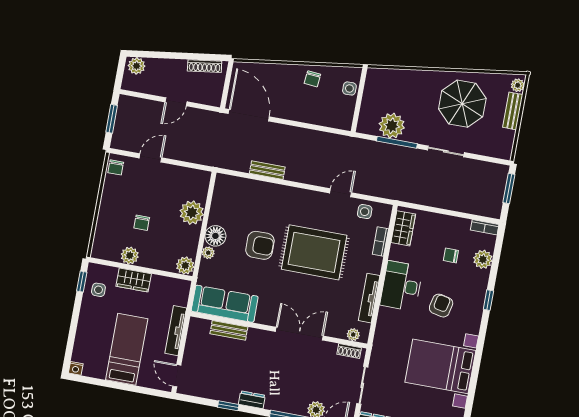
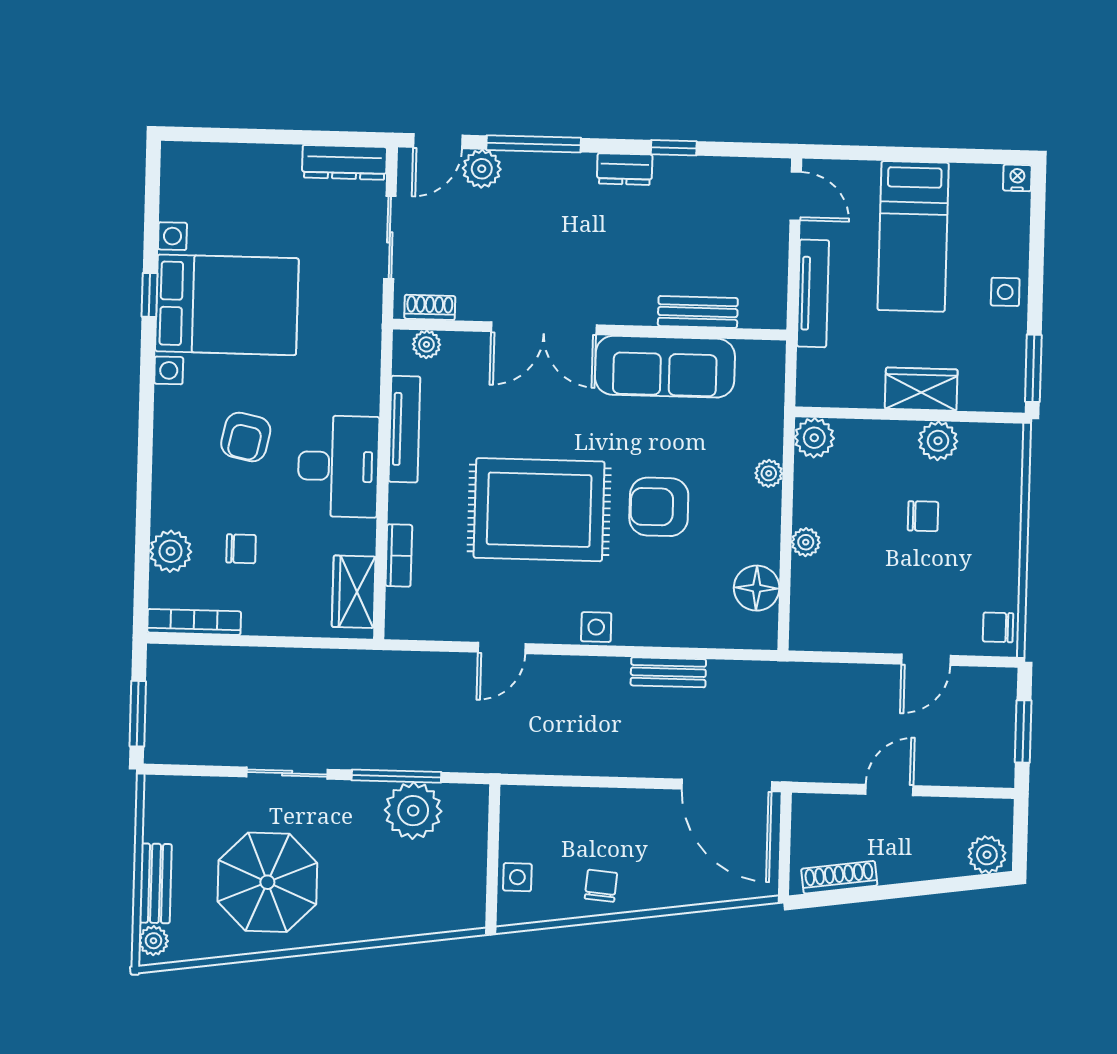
chair: (116, 167) -> (998, 627), turned -90
side table: (365, 212) -> (596, 627), moved
plant: (192, 213) -> (806, 542), width x0.53, depth x0.53
chair: (142, 223) -> (923, 516), turned 90
bookcase: (485, 227) -> (194, 622), width x1.56
floor lamp: (215, 236) -> (757, 588), moved
window: (82, 282) -> (1033, 368), width x1.50
side table: (98, 290) -> (1005, 292), moved
window: (488, 300) -> (149, 295), moved
sofa: (225, 304) -> (665, 367), moved

